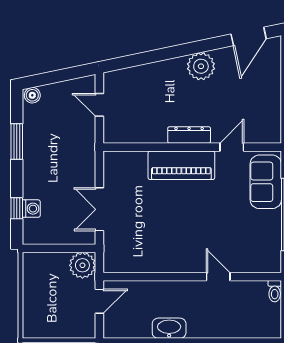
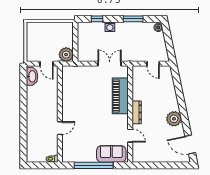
door: (99, 105) -> (153, 64), swing flipped
piano: (181, 165) -> (120, 96), moved
washing machine: (31, 209) -> (110, 27), moved
double door: (99, 209) -> (110, 64), moved
washbasin: (169, 328) -> (32, 76), moved

